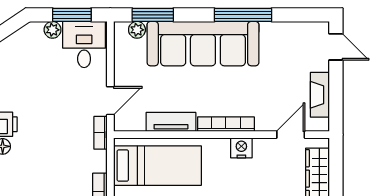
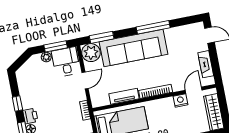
plant: (137, 30) -> (91, 53), width x1.88, depth x1.88
door: (110, 101) -> (85, 80), moved
nightstand: (241, 148) -> (180, 101), moved

